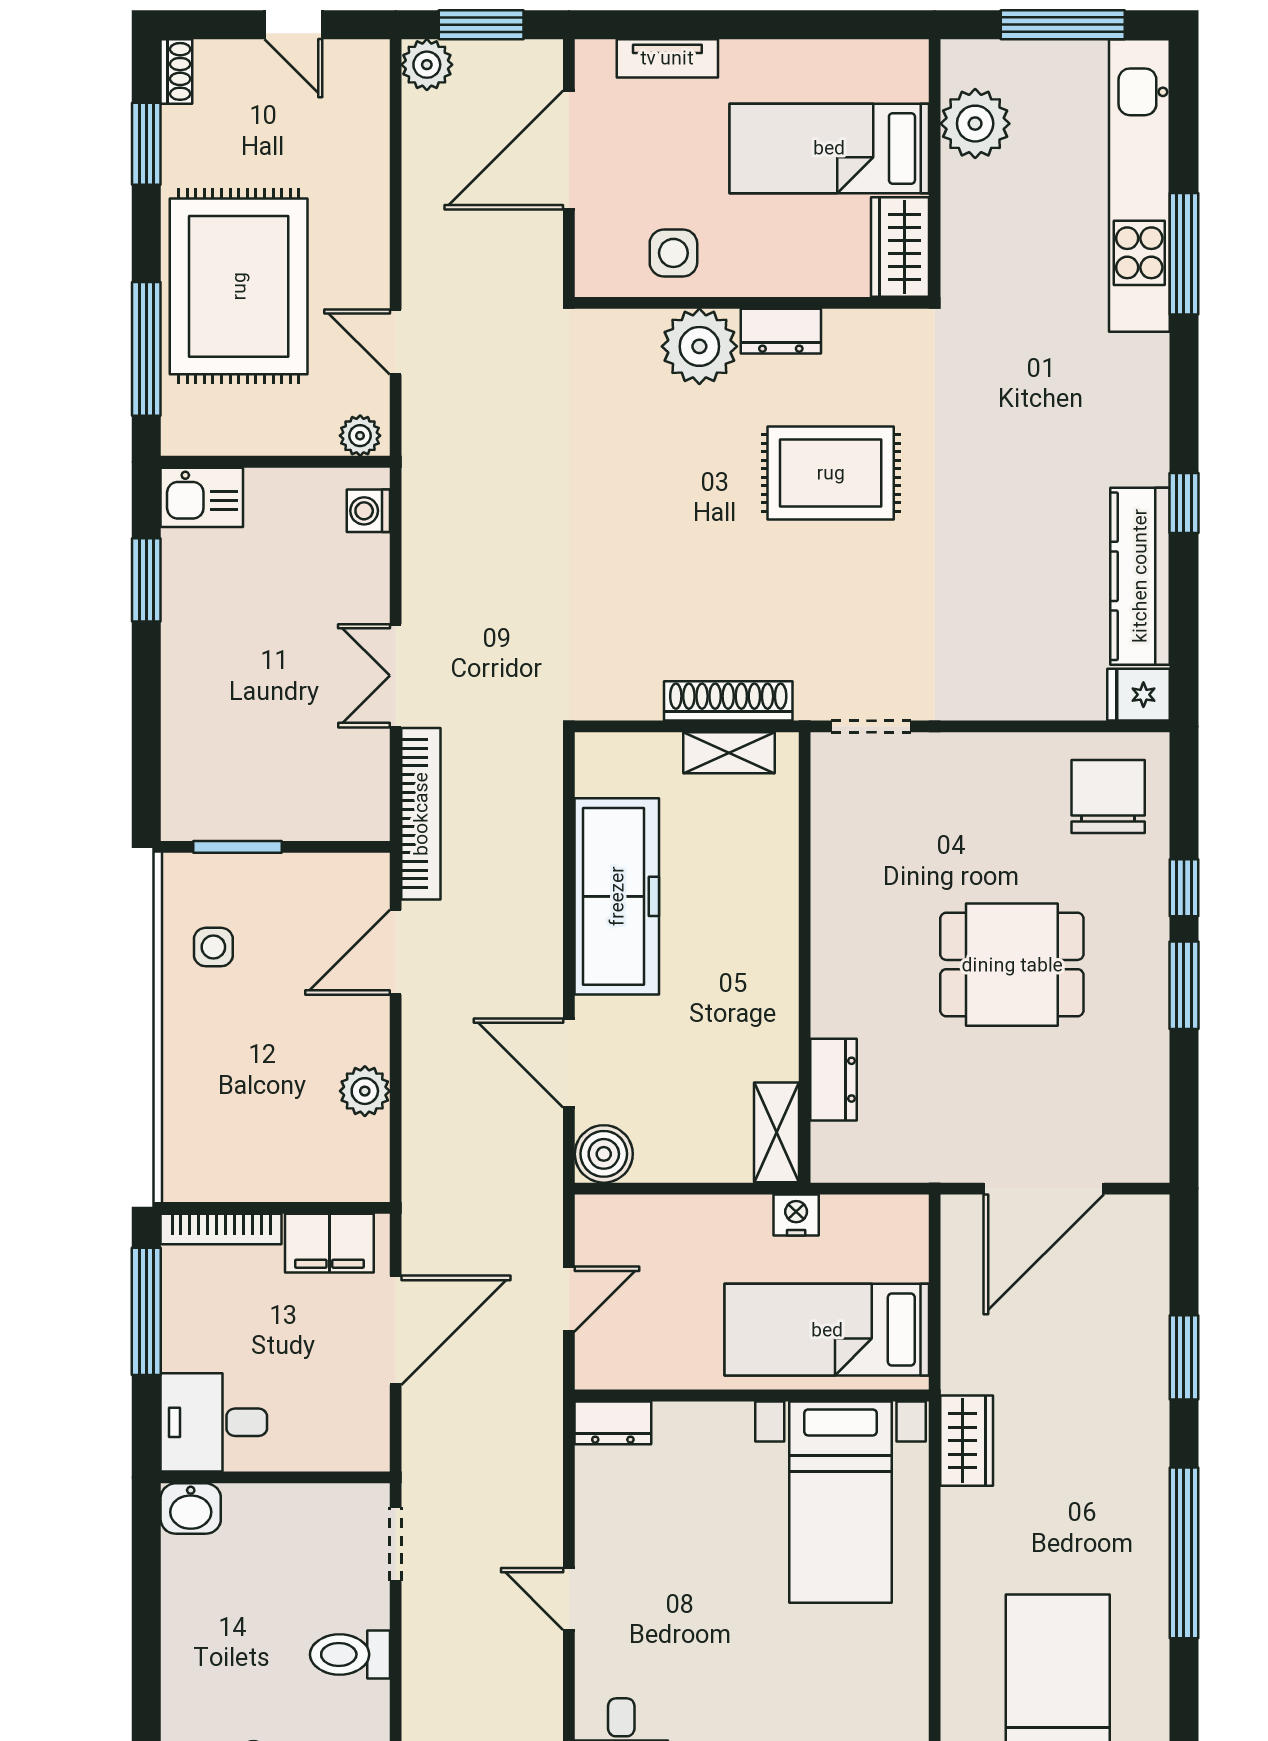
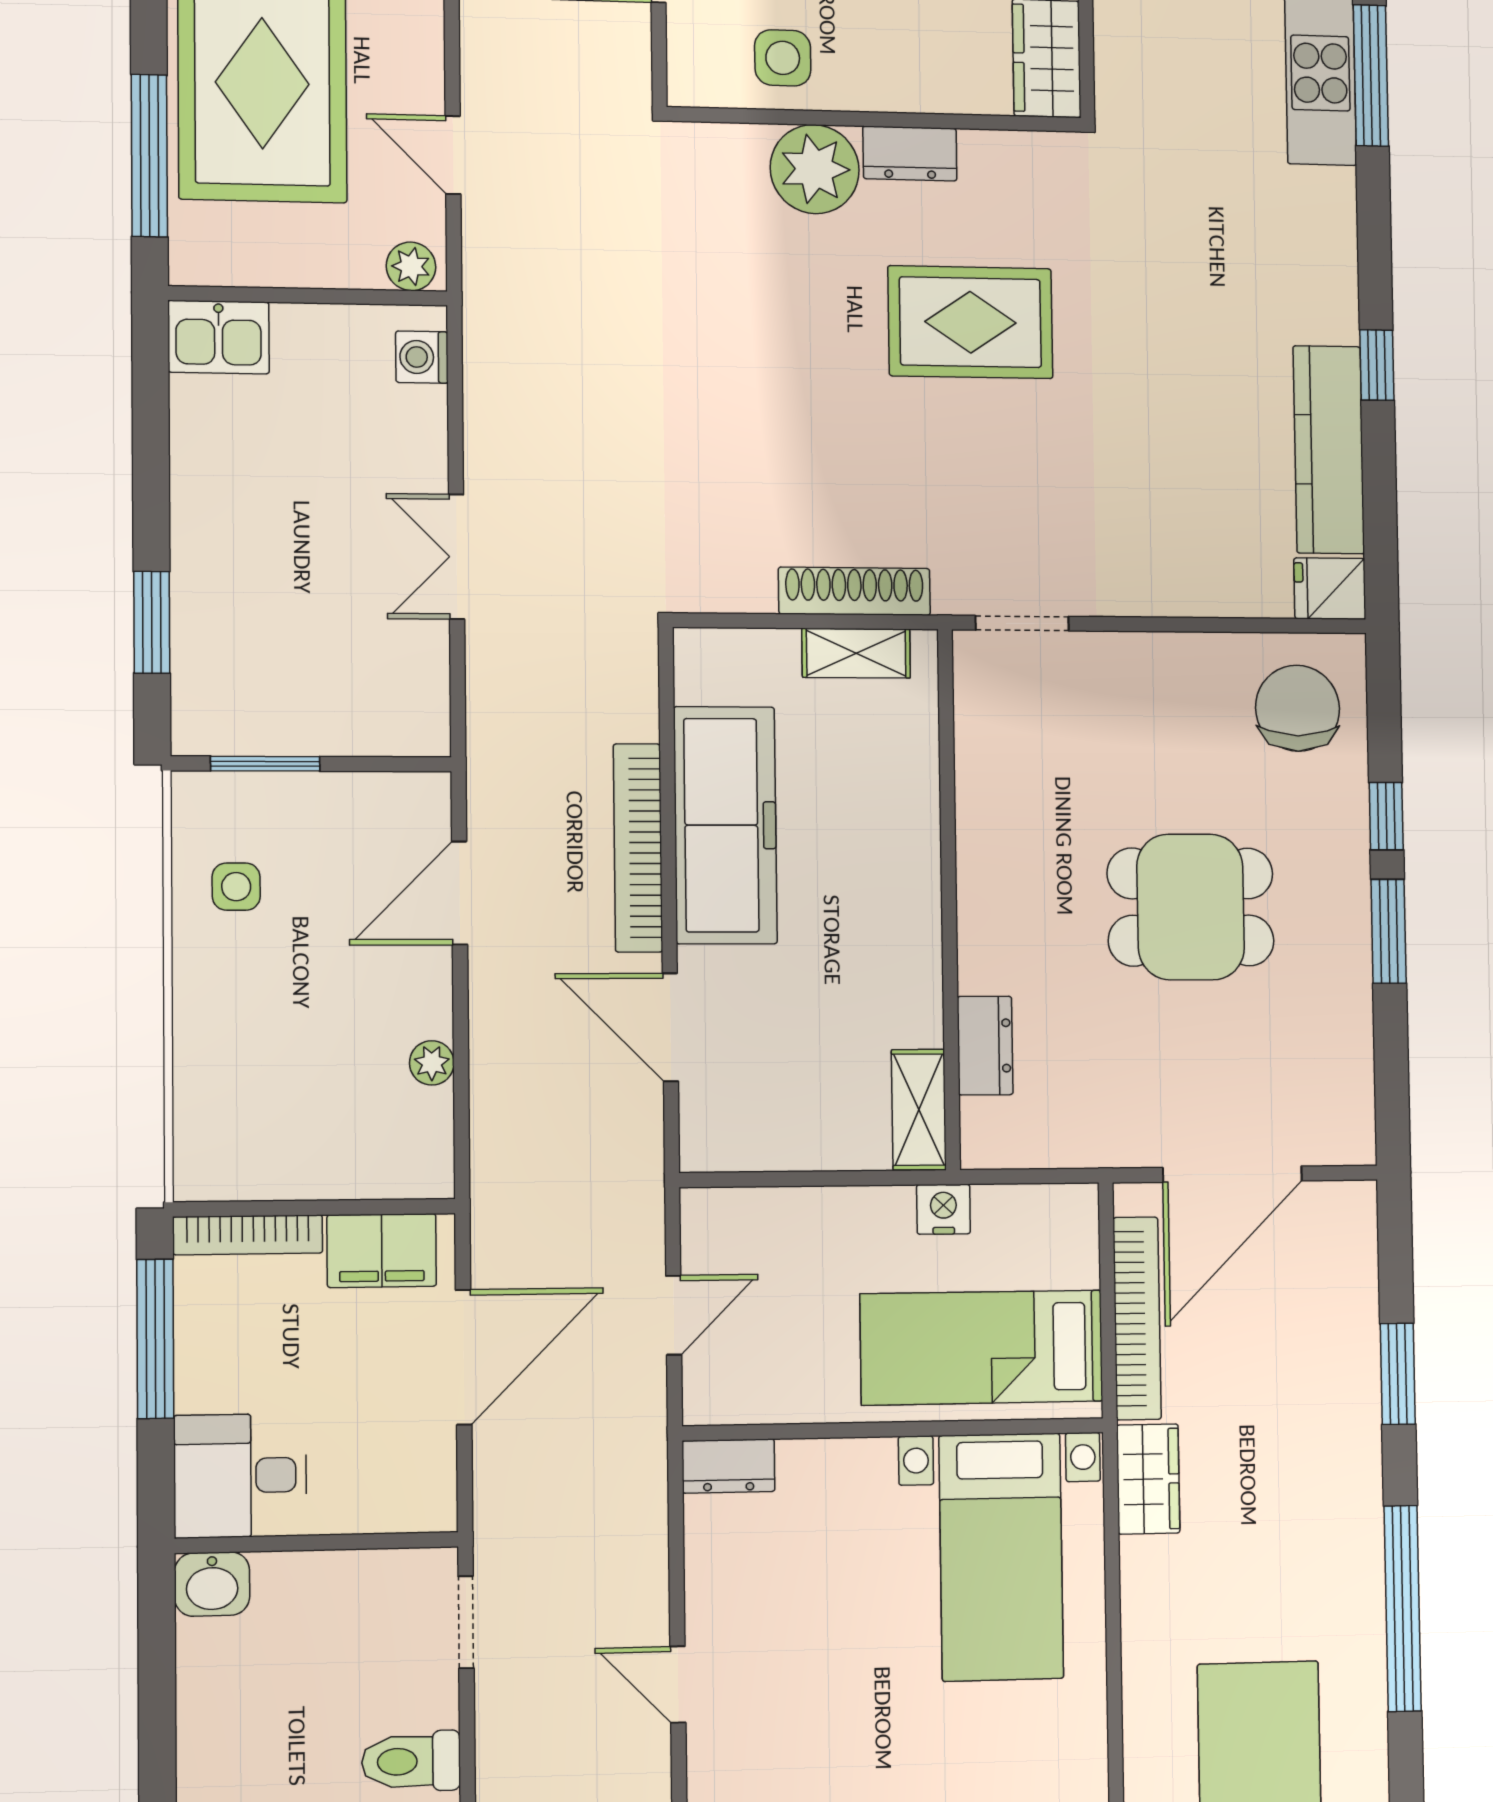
window: (146, 580) -> (152, 622), moved
bookcase: (421, 814) -> (638, 848), moved, turned 180
plant: (365, 1091) -> (432, 1063), width x0.73, depth x0.73
boiler: (604, 1154) -> (714, 1138), removed
bookcase: (959, 1308) -> (1137, 1318), added

